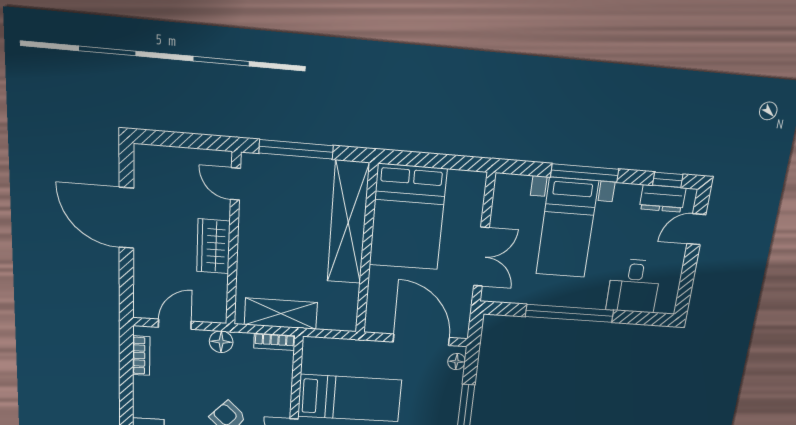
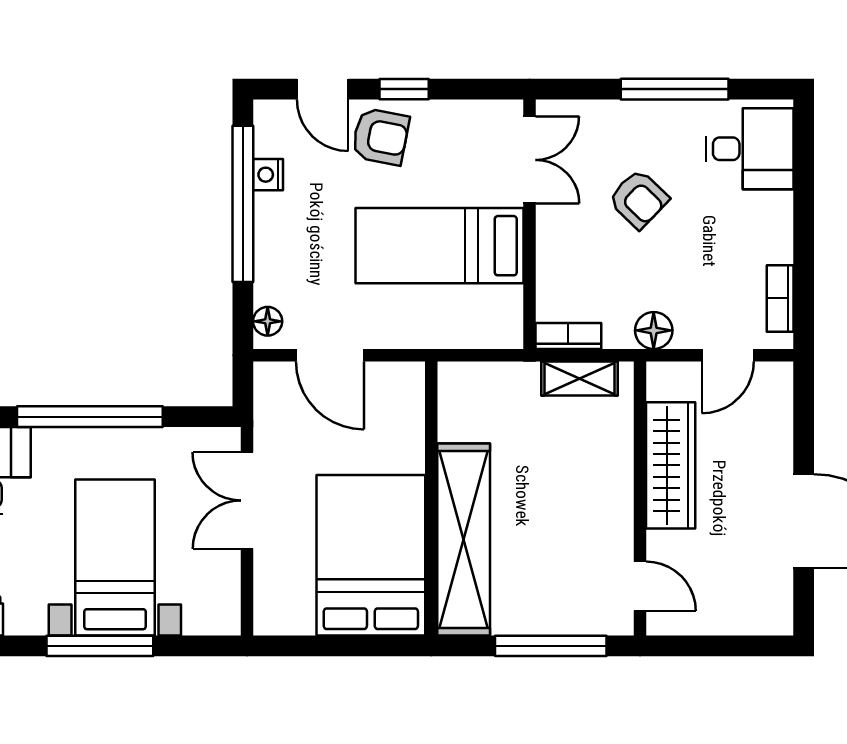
wardrobe: (213, 246) -> (671, 465), width x1.50
shelving: (281, 314) -> (579, 379), width x0.67, depth x0.75
door: (421, 340) -> (330, 355), width x0.73

